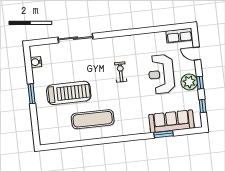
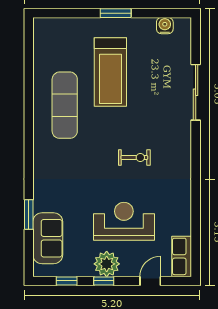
sofa: (171, 121) -> (48, 238), width x0.73

